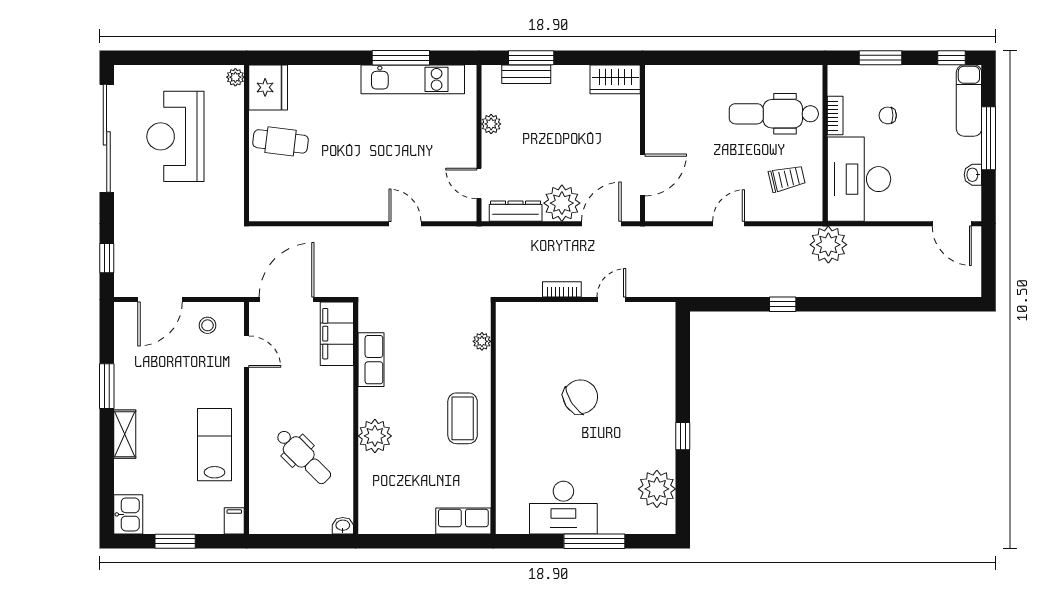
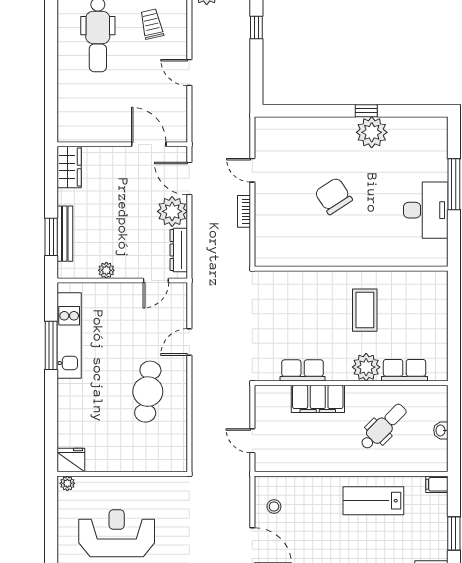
bench: (526, 74) -> (65, 234), width x1.36
fridge: (268, 87) -> (71, 460), width x0.73, depth x0.75
reception desk: (175, 136) -> (117, 533), turned 180
cafe table: (281, 141) -> (148, 392), moved, width x1.37, depth x1.35
door: (287, 300) -> (252, 441), width x0.53
filing cabinet: (337, 334) -> (318, 399), moved
plant: (482, 341) -> (287, 278), removed
door: (247, 352) -> (296, 474), removed
coffee table: (463, 418) -> (365, 310), moved, turned 90
plant: (657, 489) -> (372, 132), moved
row of seats: (463, 521) -> (405, 370), moved, turned 90
washbasin: (343, 526) -> (441, 430), moved

